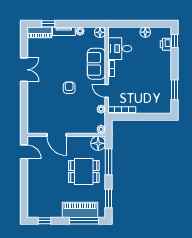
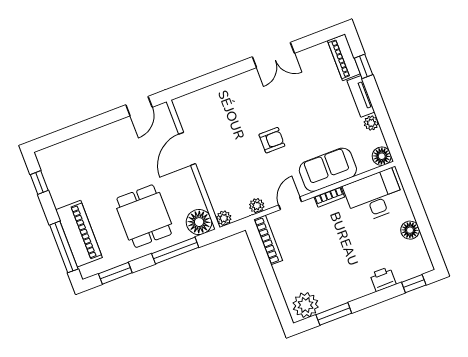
printer: (166, 44) -> (383, 279), moved
desk: (120, 49) -> (374, 196), width x1.37
plant: (164, 103) -> (306, 305), added

